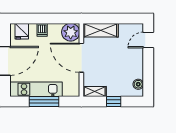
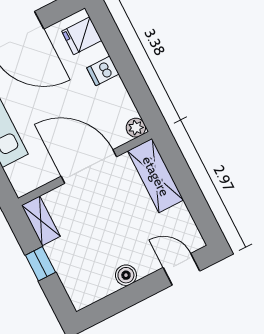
plant: (71, 32) -> (136, 128), width x0.53, depth x0.53
door: (81, 58) -> (89, 167), hinge flipped
boiler: (138, 84) -> (126, 275), moved

